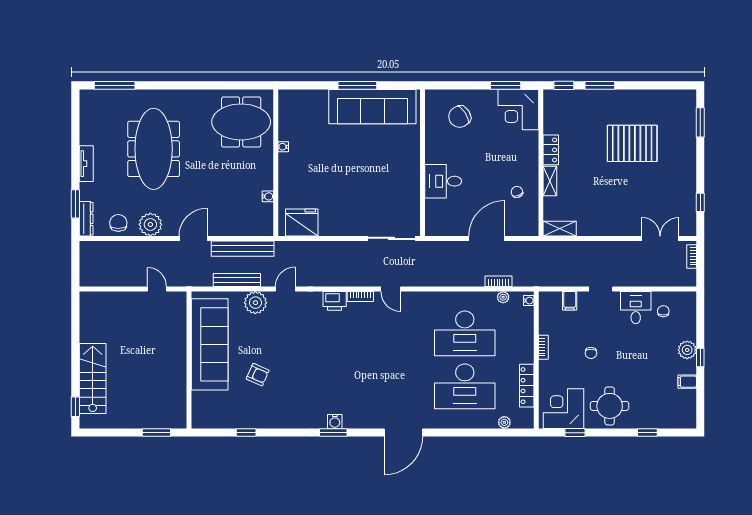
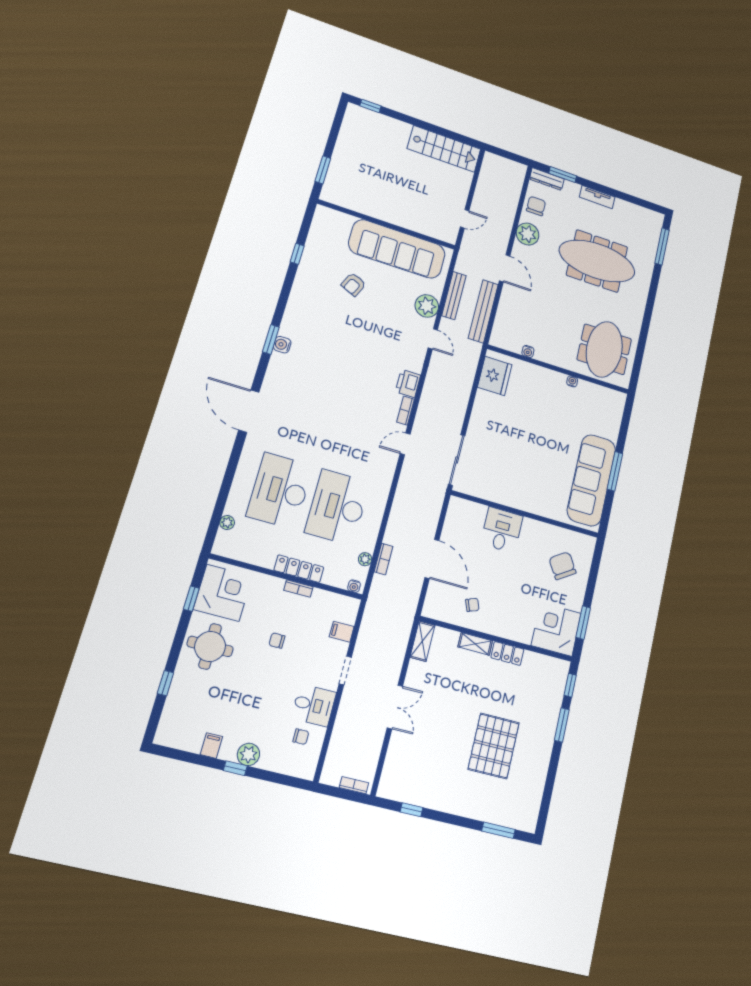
chair: (118, 223) -> (536, 206), turned -90
double door: (660, 238) -> (395, 707), moved
stairs: (93, 378) -> (444, 149), moved
locker: (527, 386) -> (299, 569), moved

